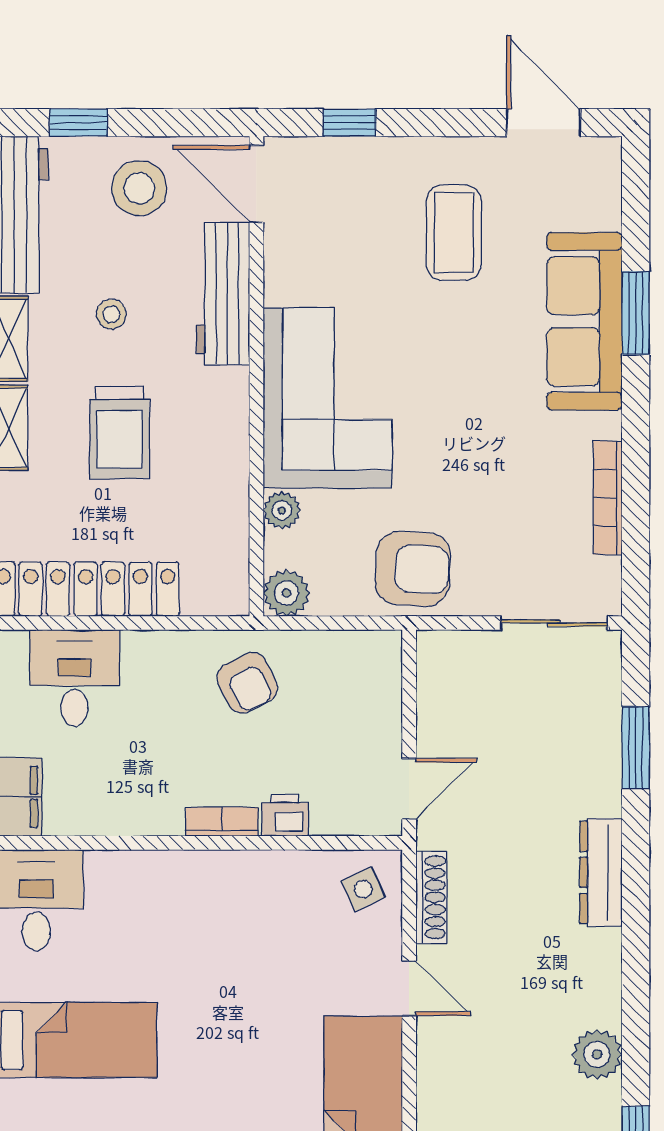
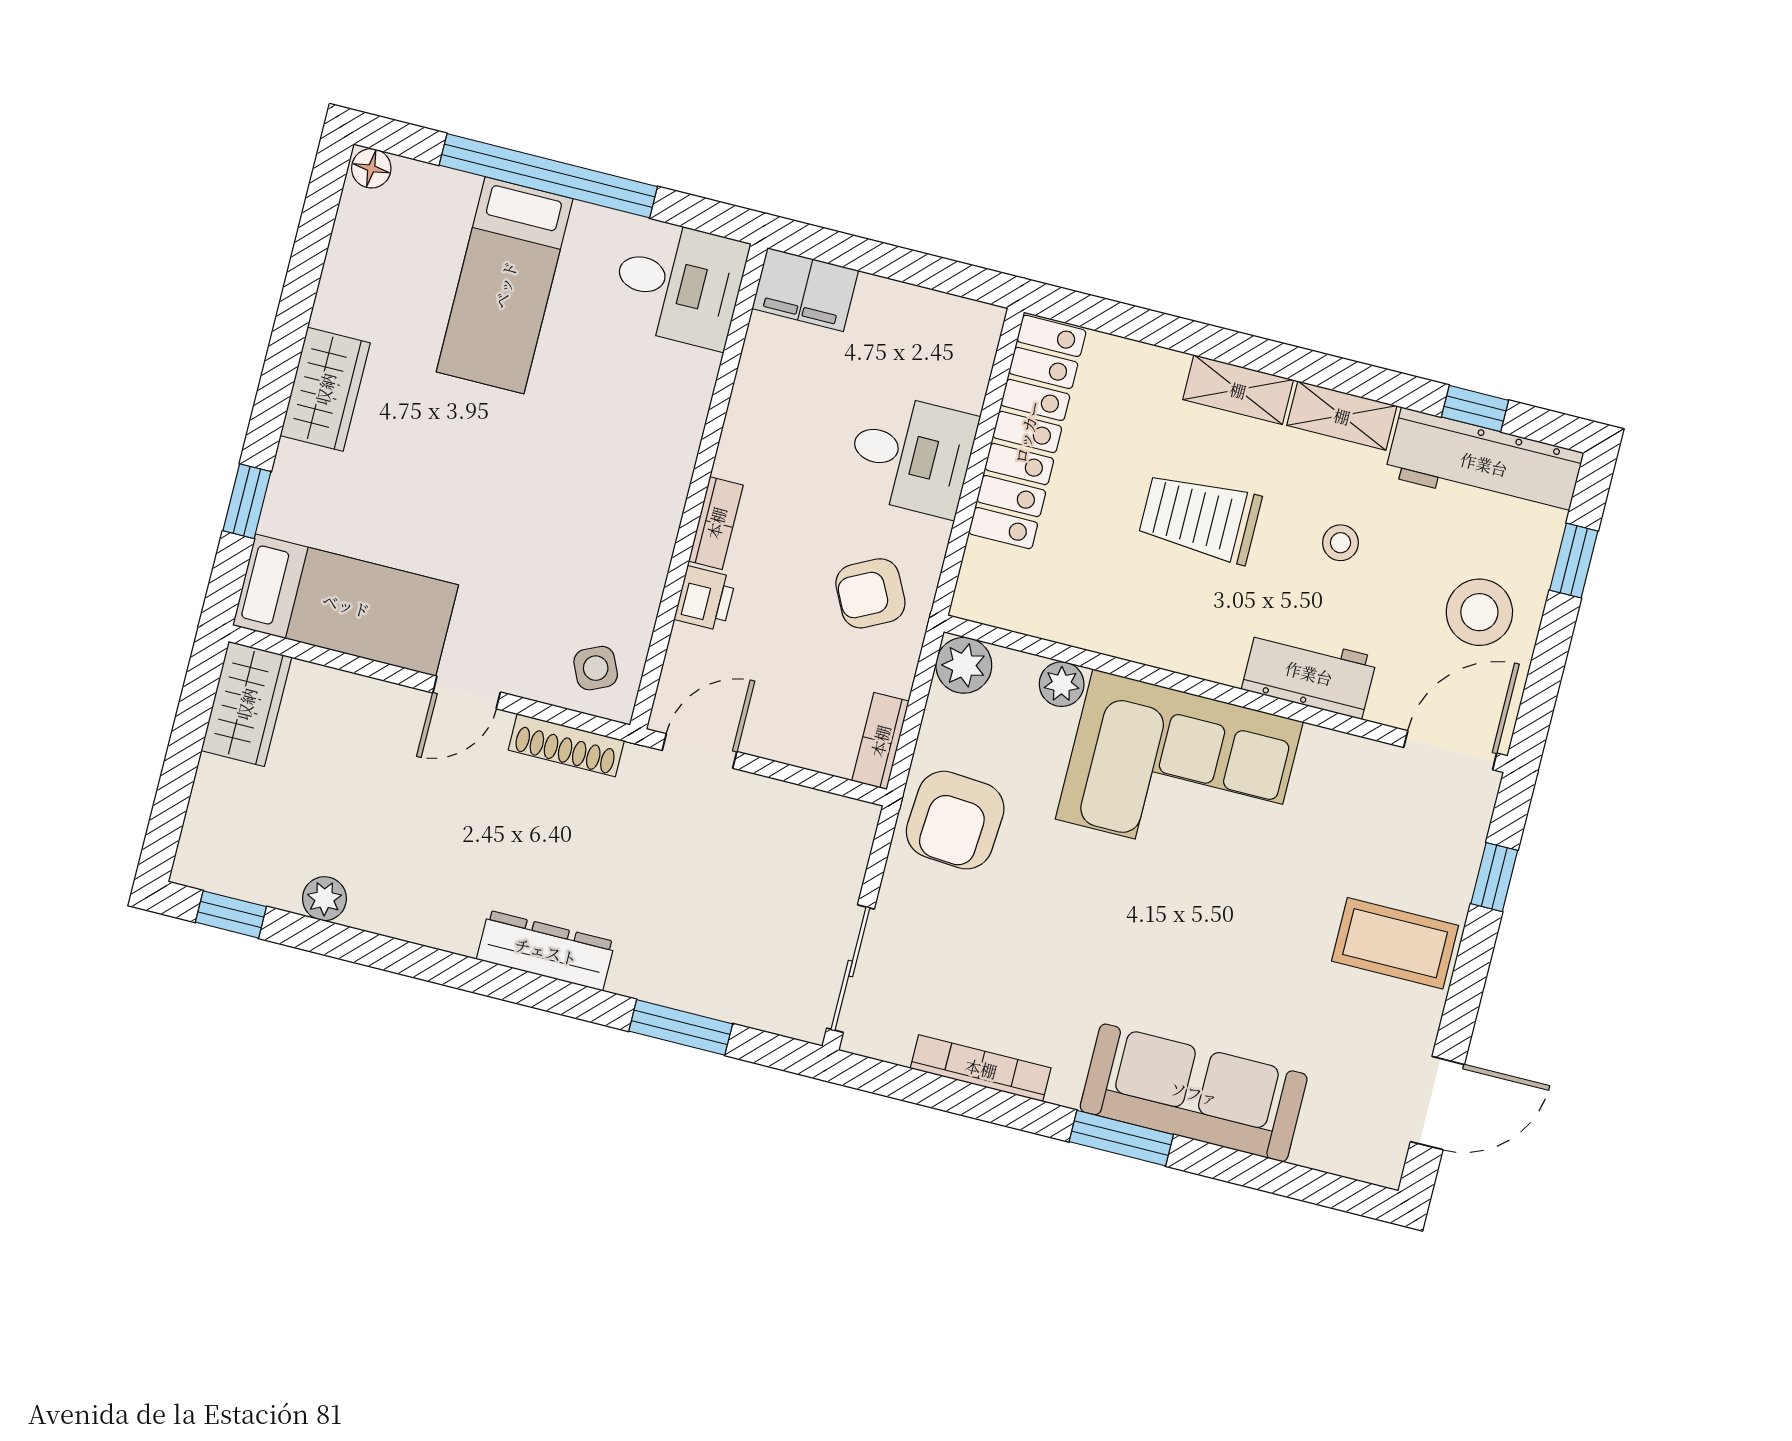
coffee table: (454, 232) -> (1395, 943), moved
workbench: (223, 294) -> (1309, 673), width x0.73
window: (636, 313) -> (1121, 1138), moved
bookcase: (364, 645) -> (880, 741), added
desk: (75, 678) -> (911, 455), moved
door: (409, 789) -> (699, 751), swing flipped
plant: (597, 1054) -> (324, 899), width x0.73, depth x0.73

